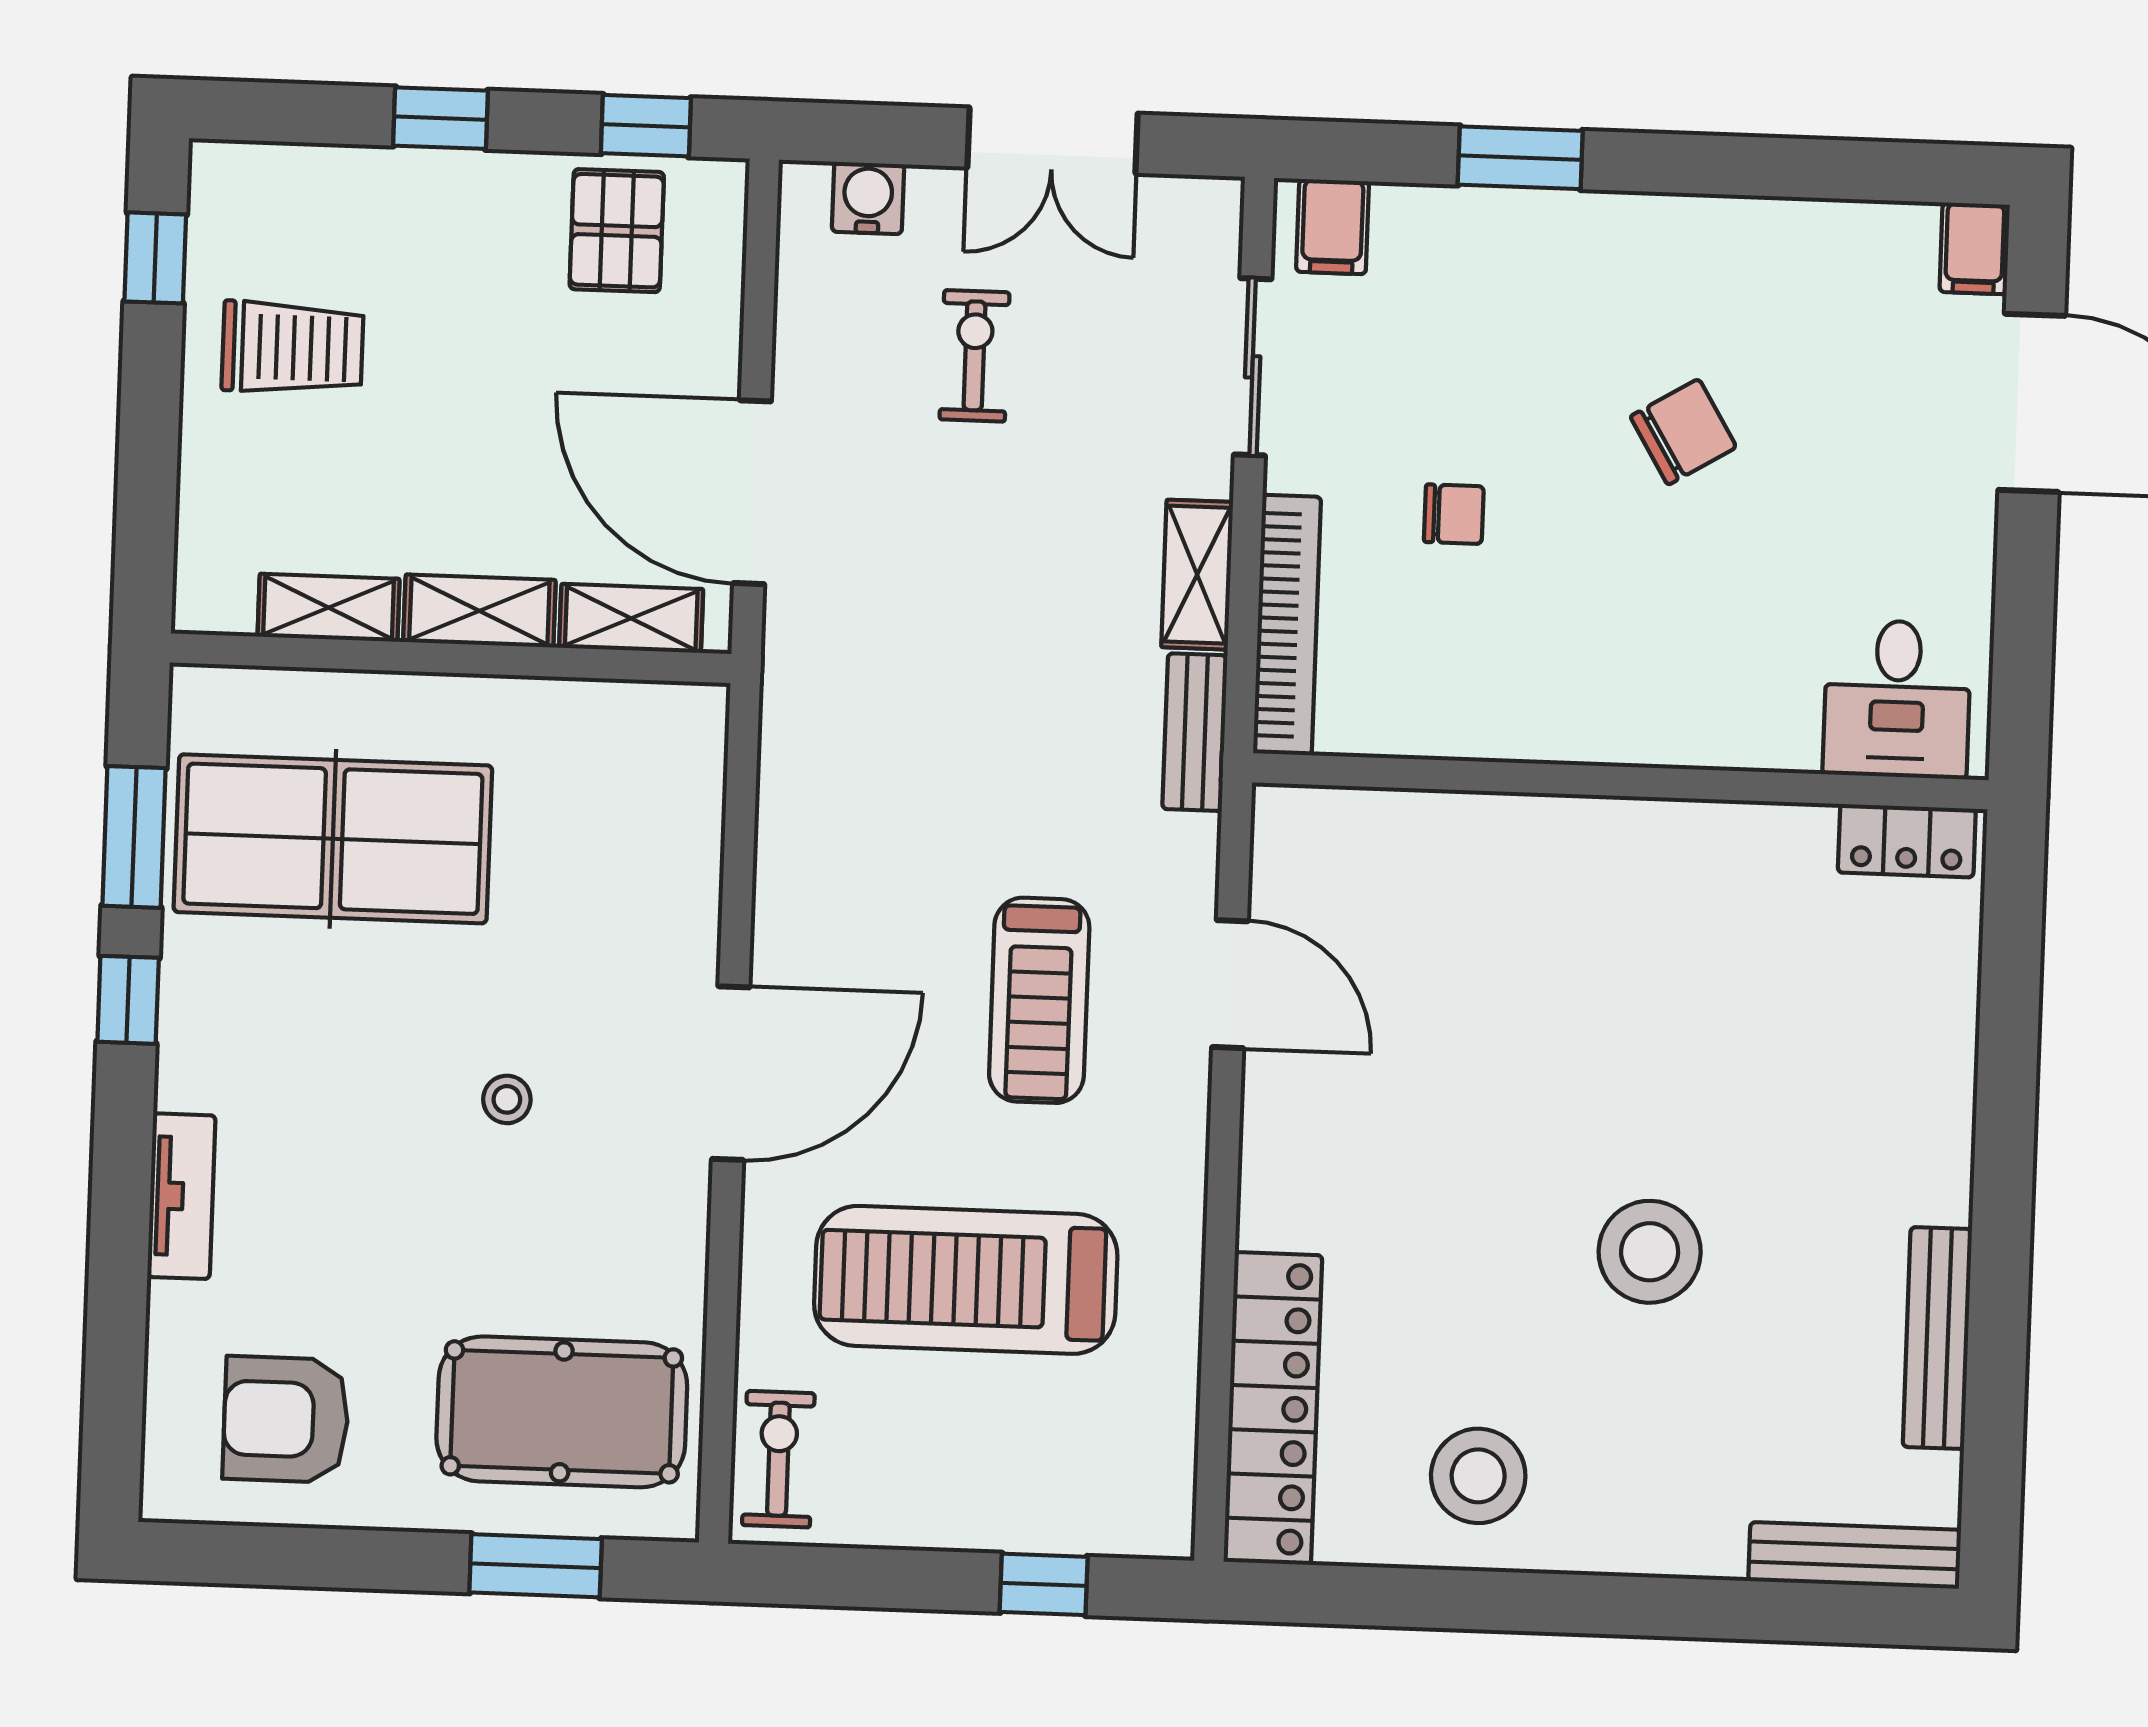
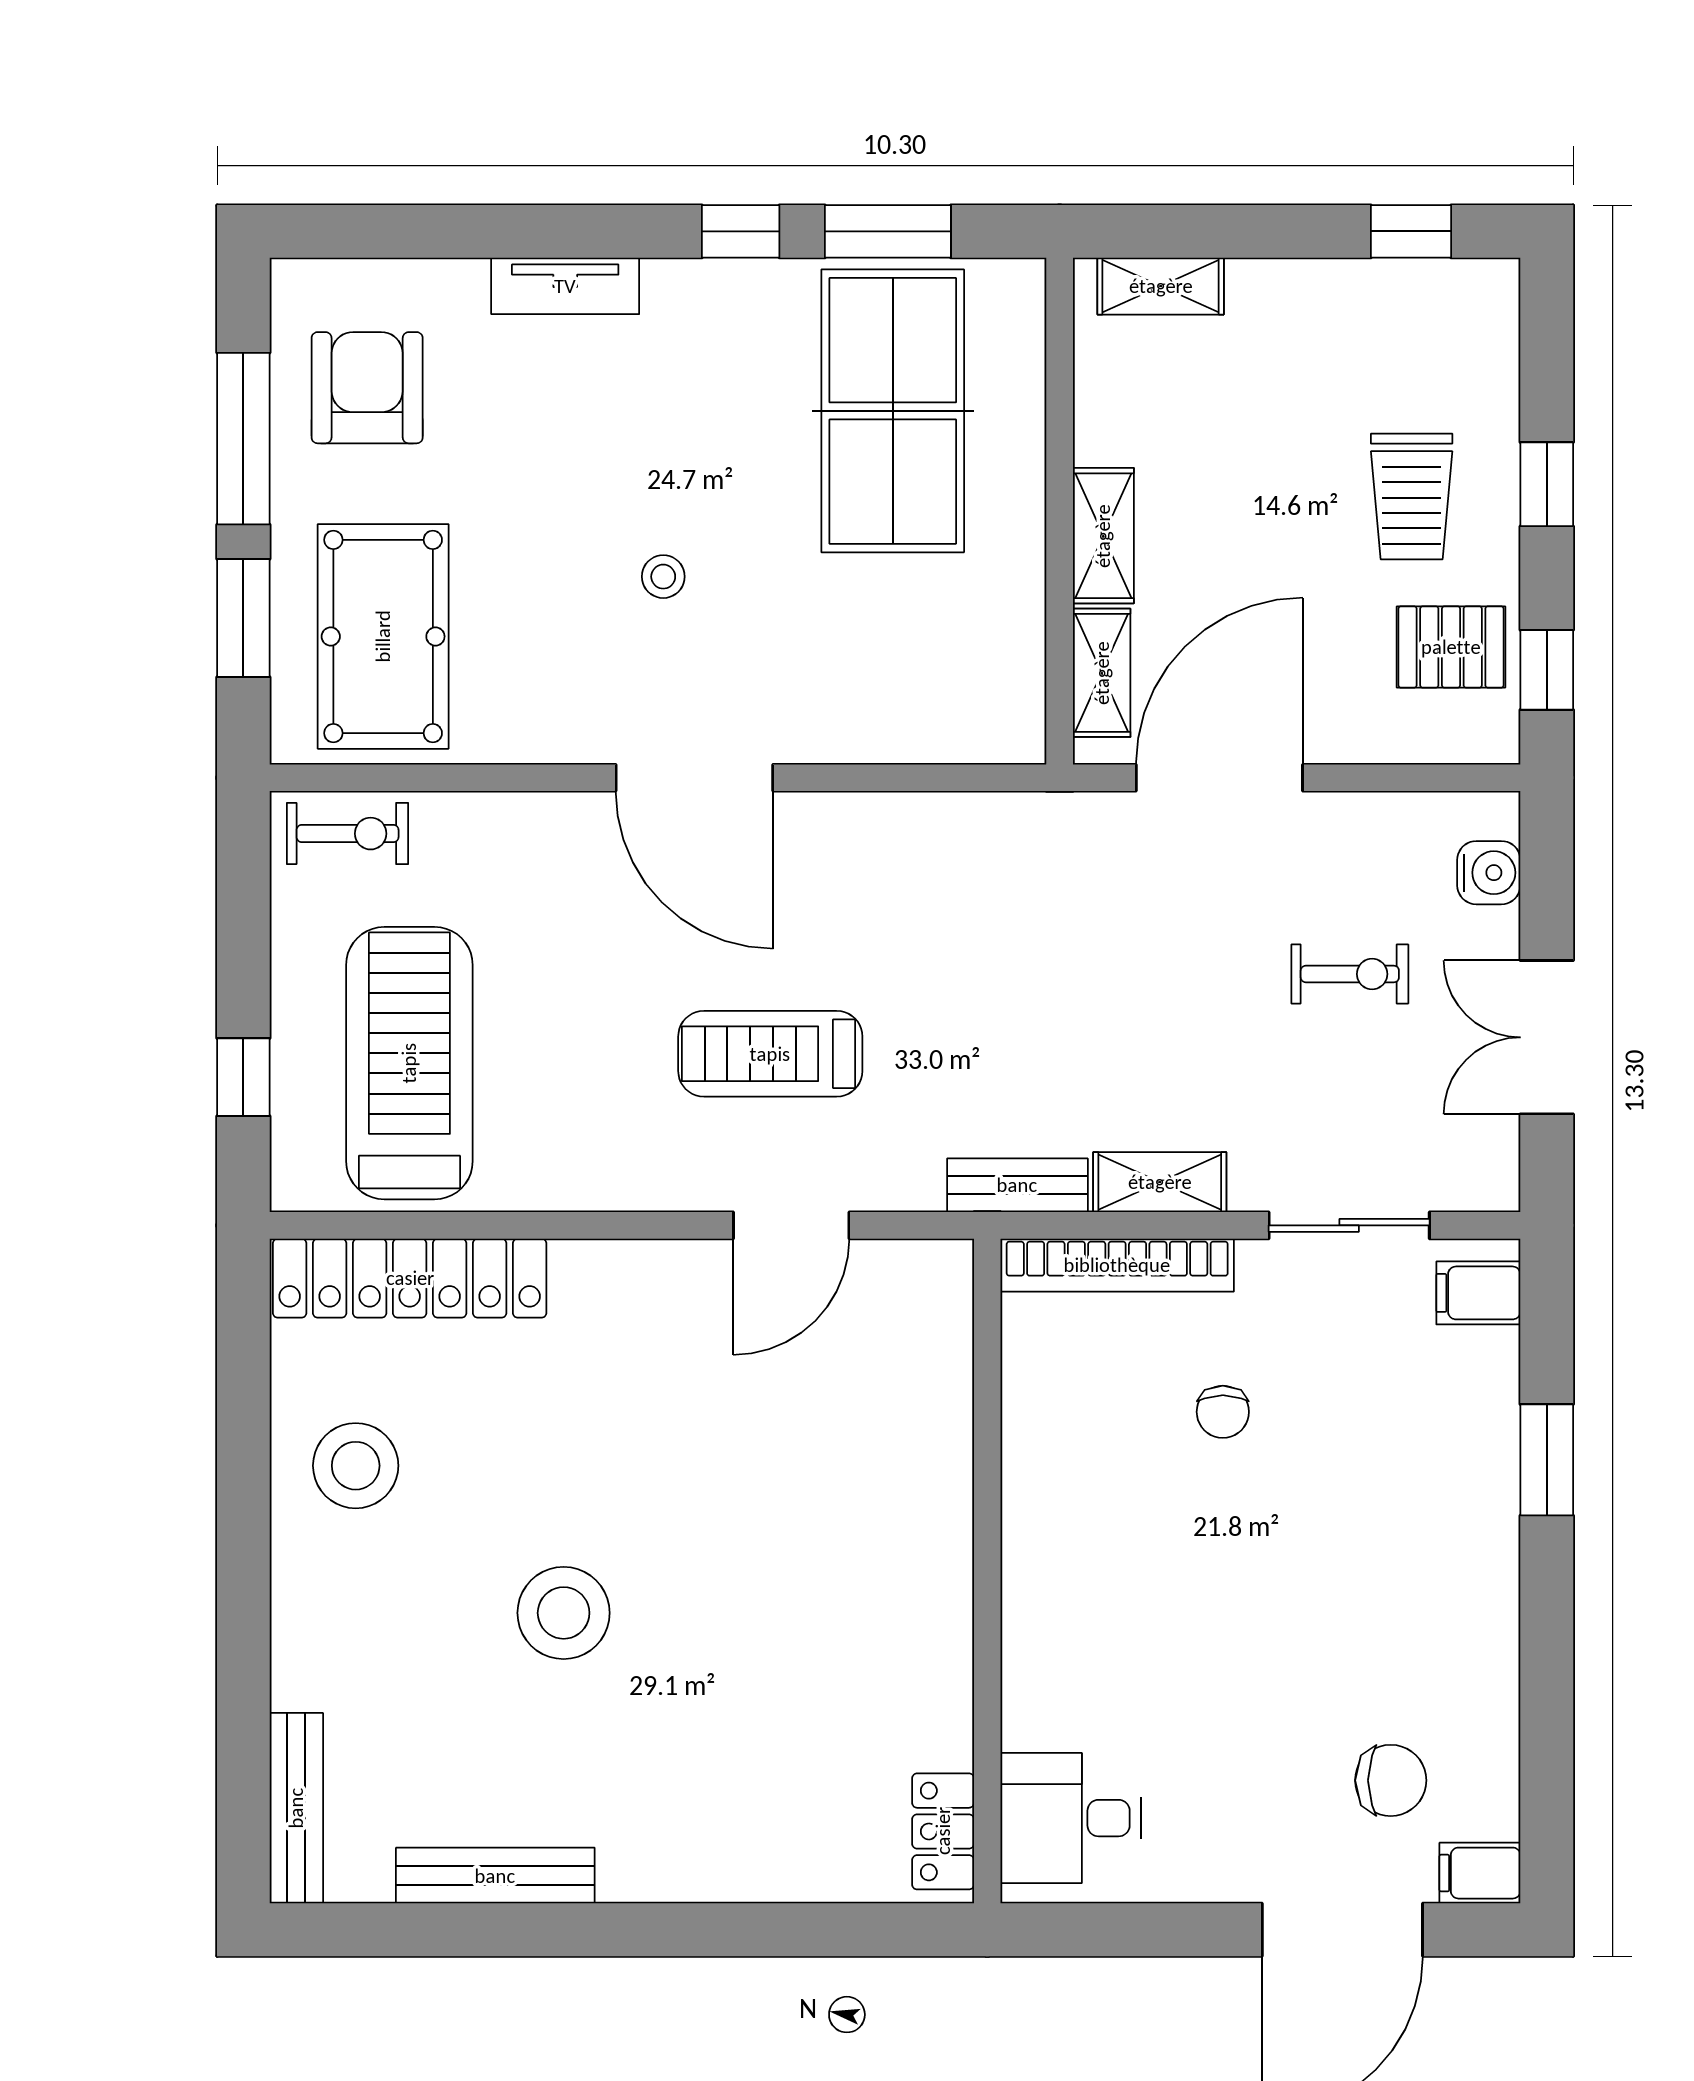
trolley: (293, 348) -> (1412, 496), moved
chair: (1683, 432) -> (1391, 1780), moved, turned -59
shelving: (329, 608) -> (1161, 286), moved, turned 90
treadmill: (966, 1280) -> (409, 1063), moved
window: (337, 1558) -> (243, 439), added

